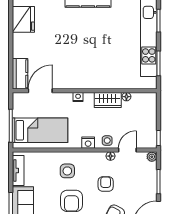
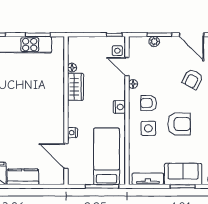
kitchen counter: (20, 74) -> (23, 177), moved
nightstand: (78, 97) -> (72, 133), moved
side table: (107, 141) -> (117, 51), moved
plant: (152, 157) -> (154, 42), moved
armchair: (106, 184) -> (149, 103), moved

